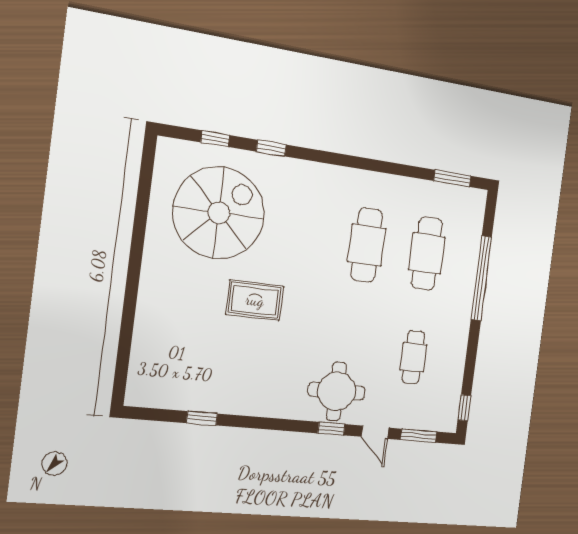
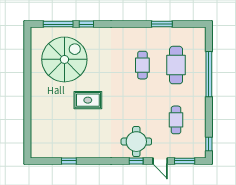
window: (215, 139) -> (58, 24), width x2.17
window: (452, 178) -> (162, 24), moved
cafe table: (367, 245) -> (142, 65), width x0.73, depth x0.74

